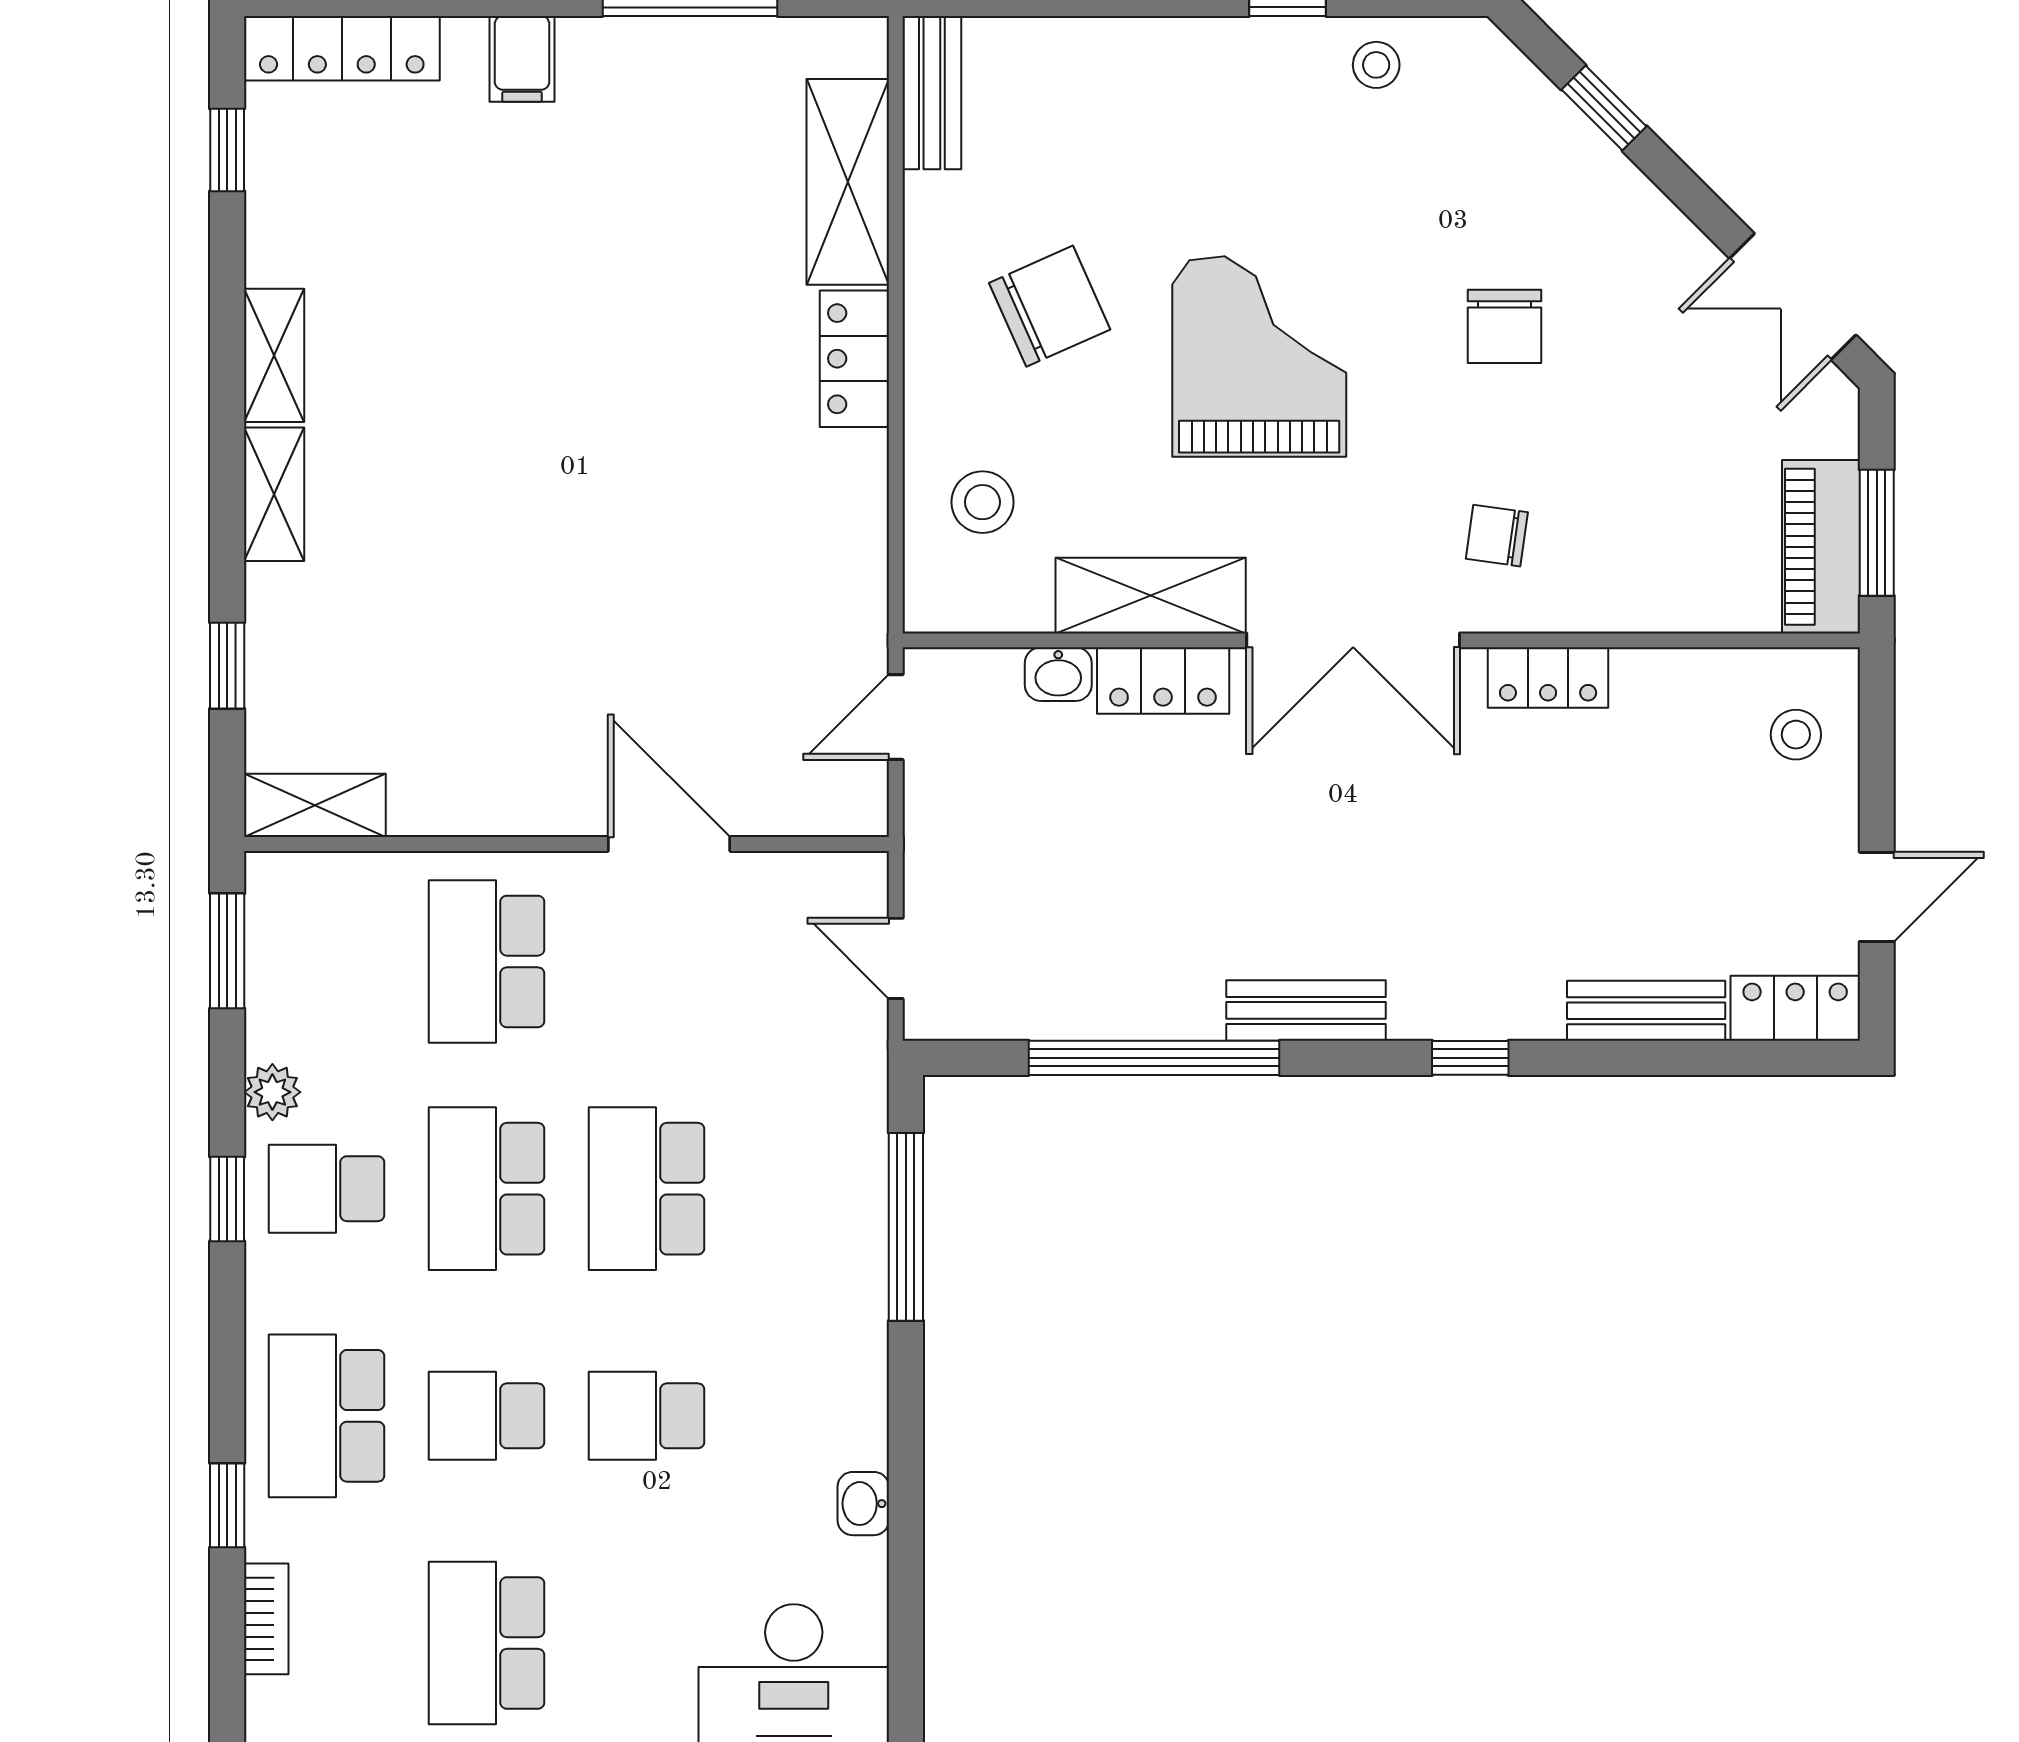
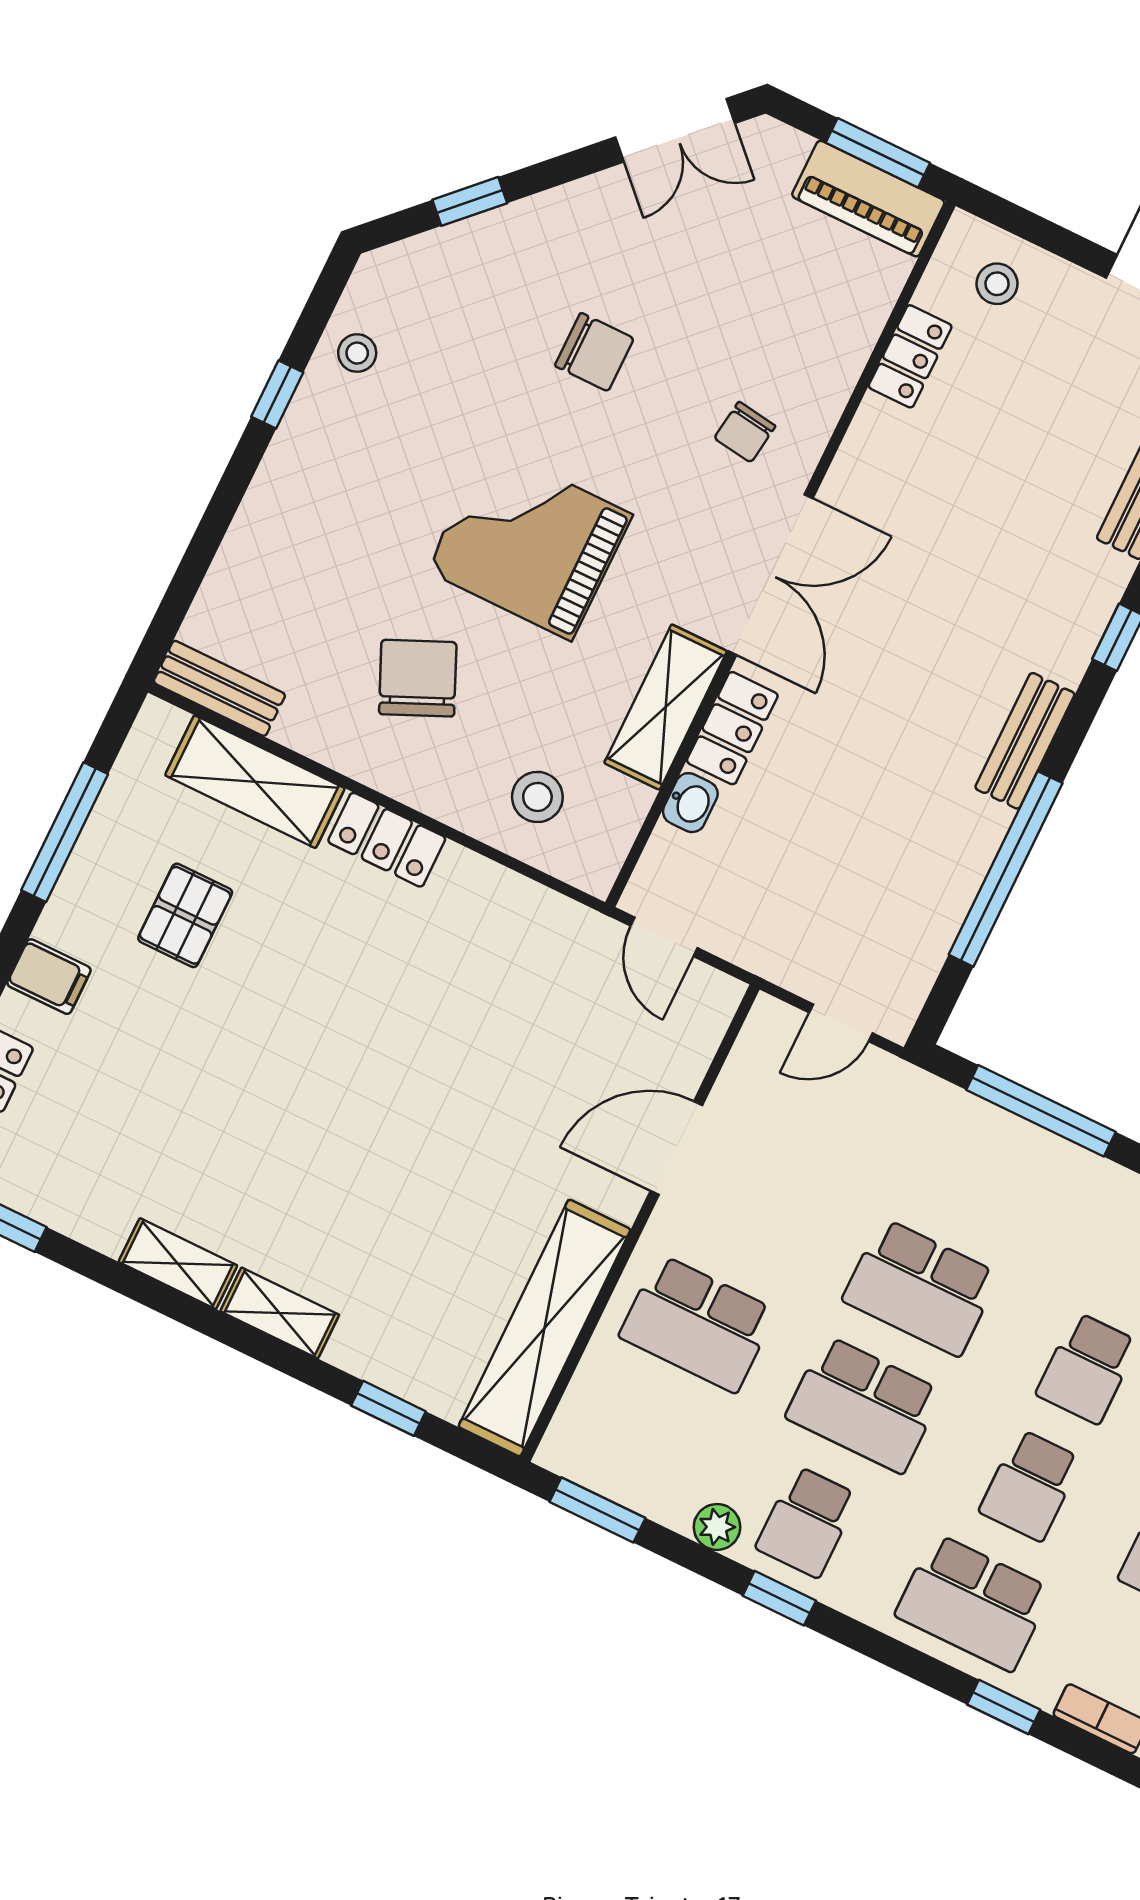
pallet: (663, 176) -> (185, 915), added
locker: (1548, 678) -> (910, 356), moved
shelving: (315, 805) -> (544, 1328), width x2.20, depth x1.33

